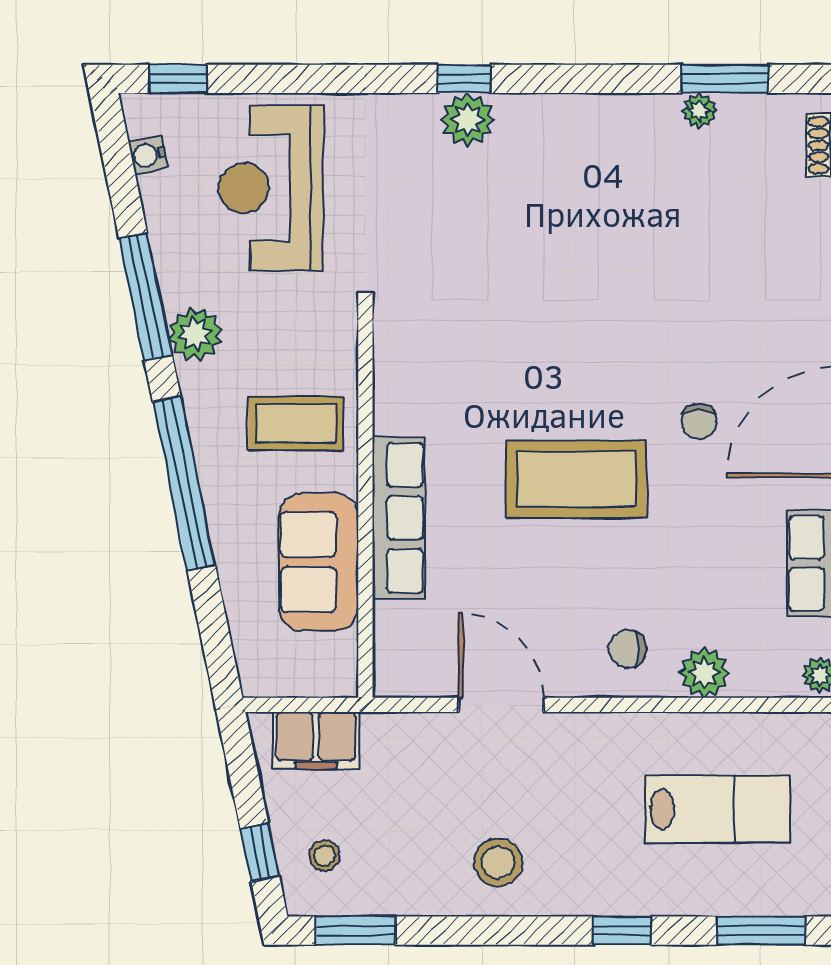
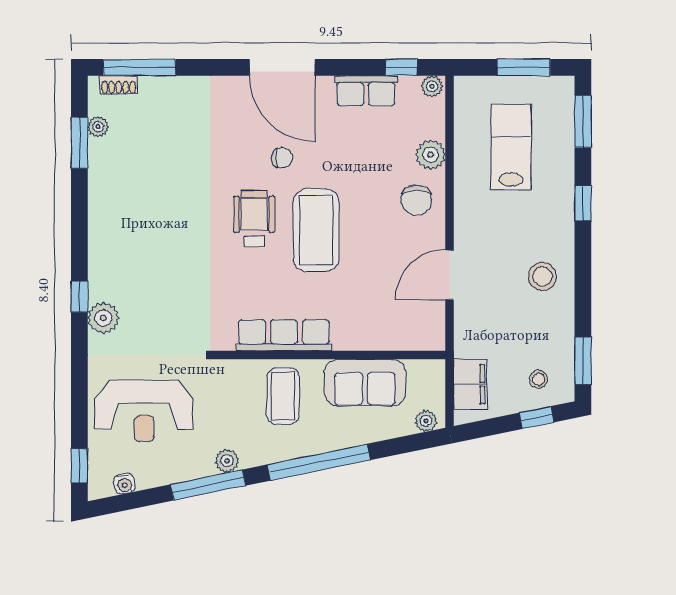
plant: (699, 110) -> (98, 127), moved
plant: (468, 120) -> (103, 318), moved
plant: (195, 334) -> (227, 461), width x0.73, depth x0.73
wheelchair: (596, 374) -> (254, 219), added
row of seats: (399, 518) -> (284, 335), moved
chair: (628, 649) -> (417, 200), width x1.37, depth x1.37
plant: (254, 665) -> (426, 421), added

